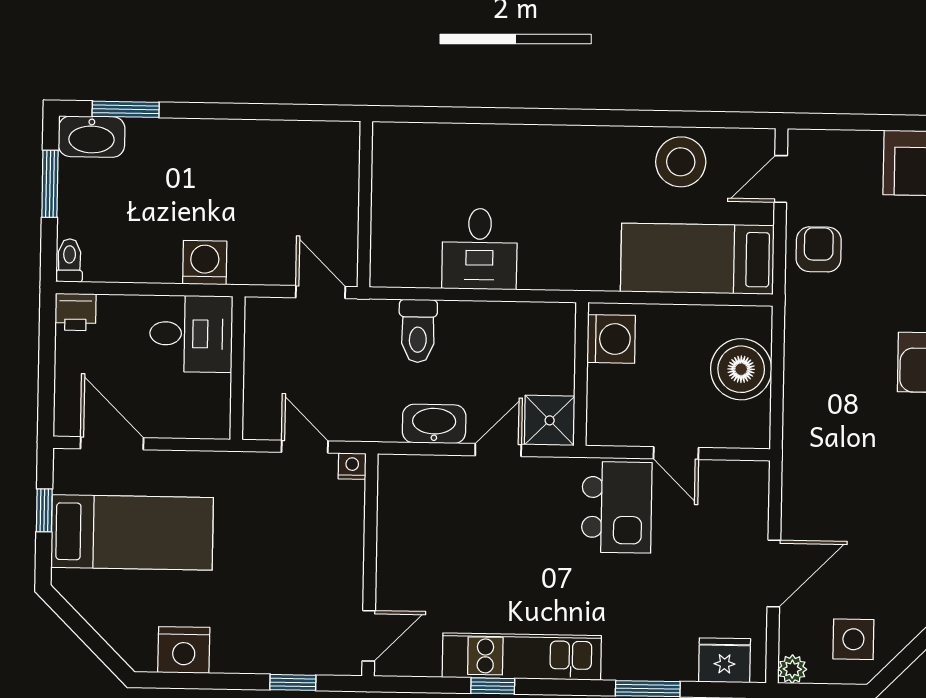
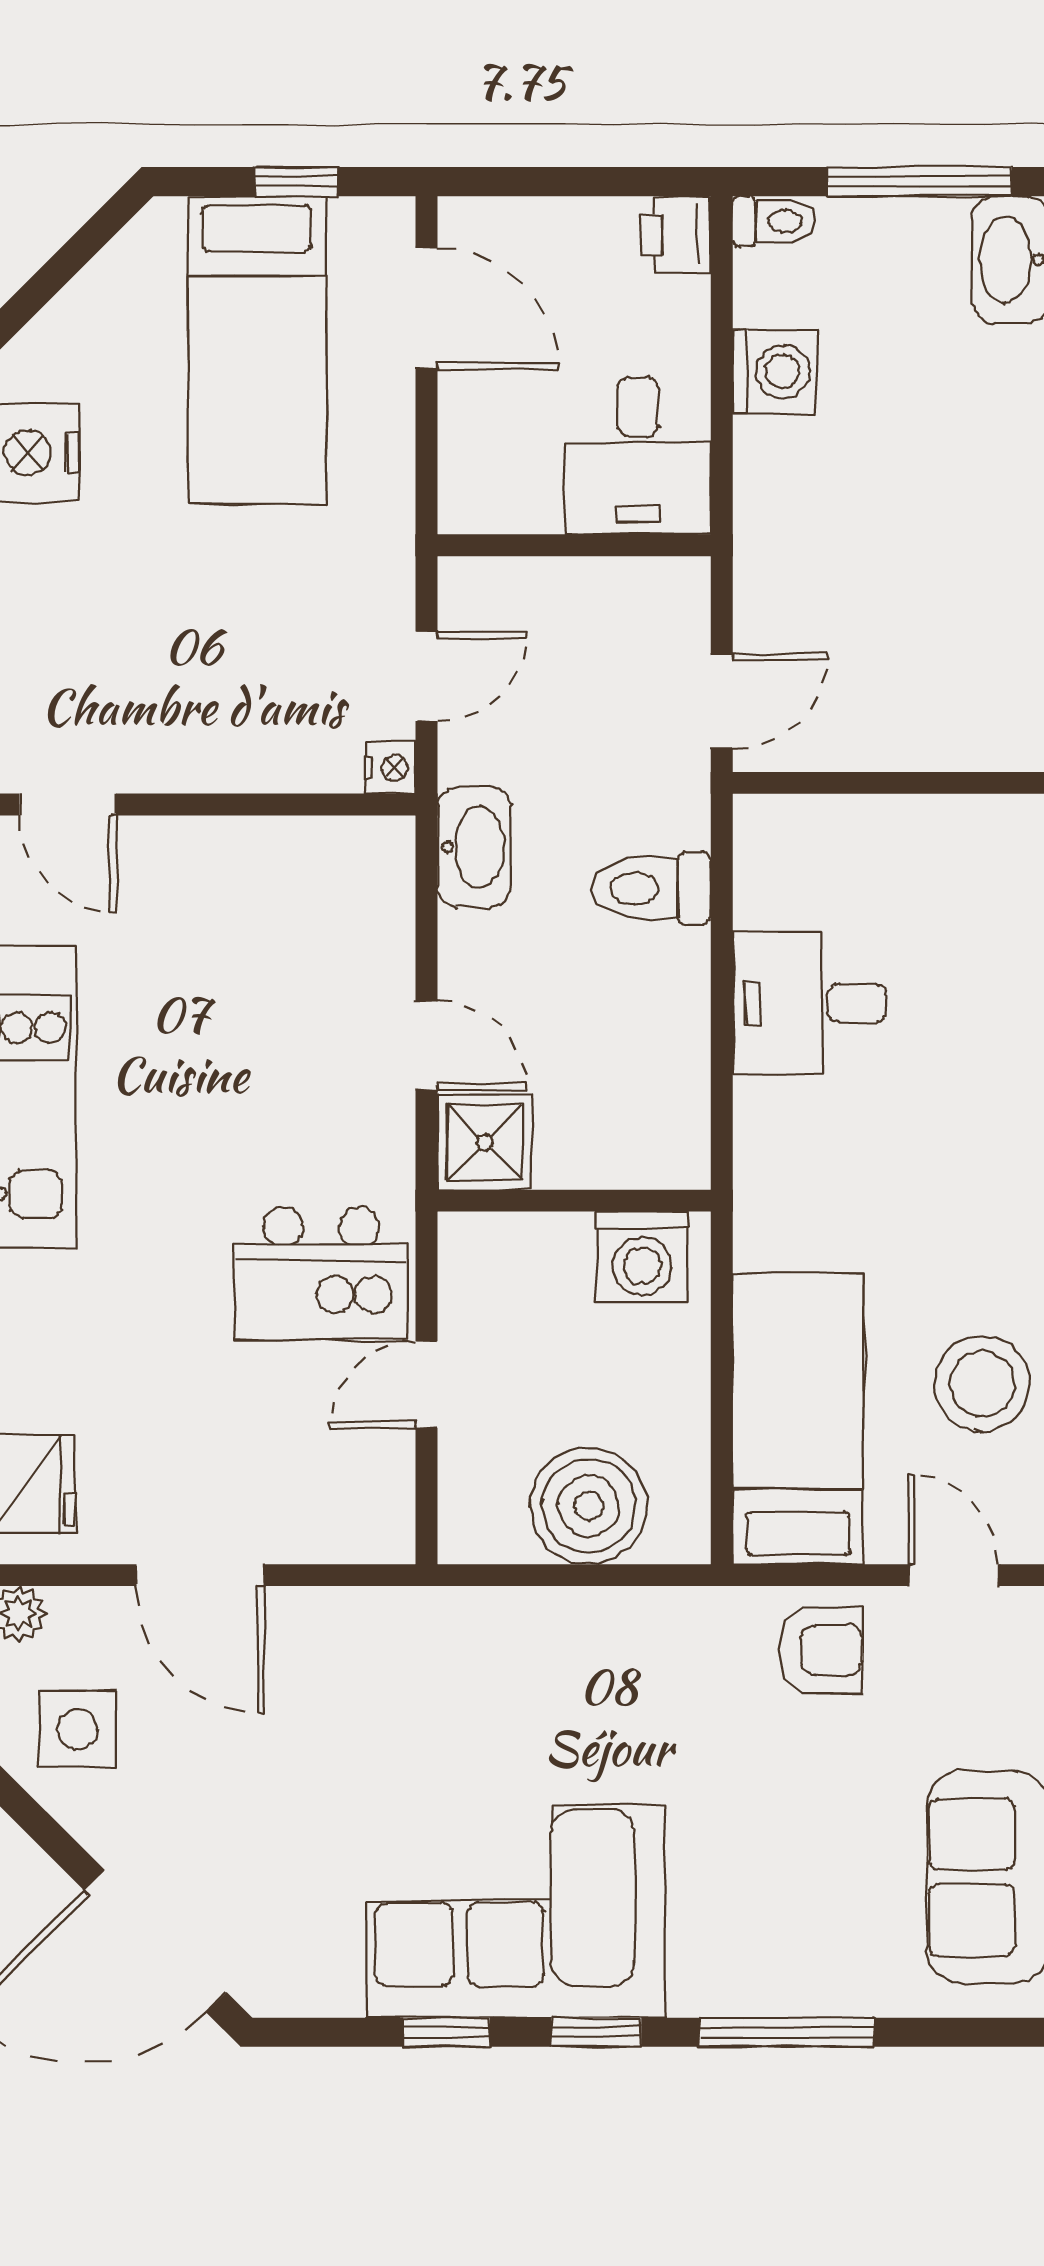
window: (50, 184) -> (919, 182), width x1.44
washing machine: (205, 263) -> (774, 371), moved
washbasin: (434, 424) -> (474, 847), moved
door: (112, 443) -> (427, 309), hinge flipped

